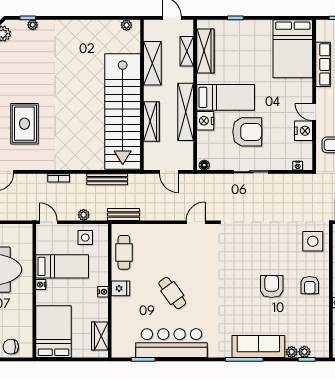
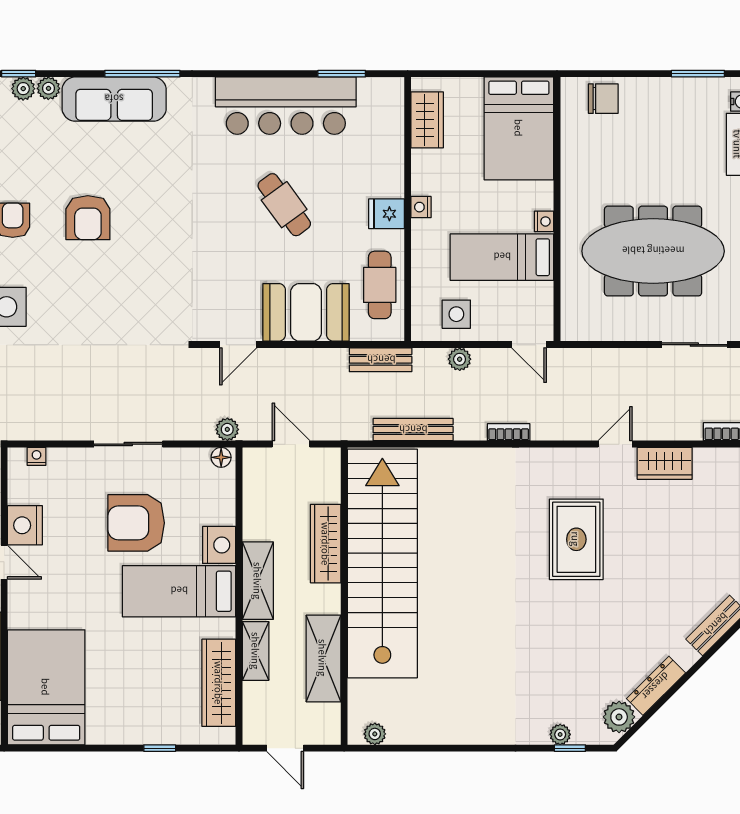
shelving: (187, 51) -> (256, 651), moved
shelving: (186, 112) -> (258, 581), width x0.68
plant: (201, 179) -> (227, 429), added
booth: (161, 238) -> (306, 312), added

